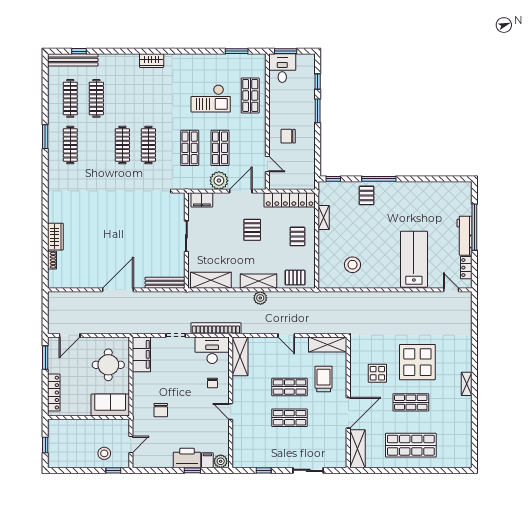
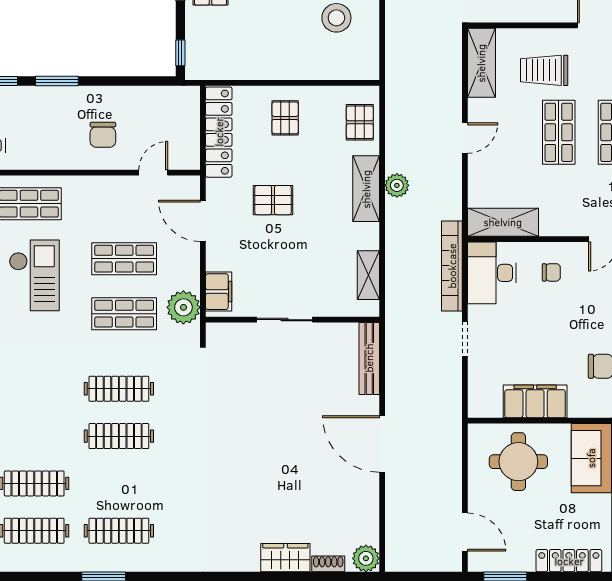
plant: (219, 181) -> (183, 307), moved
shelving: (324, 218) -> (251, 70), removed
pallet: (297, 236) -> (285, 118), turned 90
shelving: (211, 280) -> (368, 275), width x0.67, depth x0.75
plant: (55, 281) -> (366, 558), added
filing cabinet: (141, 354) -> (535, 401), moved

